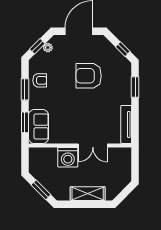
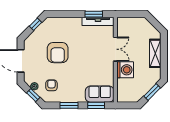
armchair: (40, 80) -> (51, 85), moved
window: (135, 87) -> (94, 14), moved

